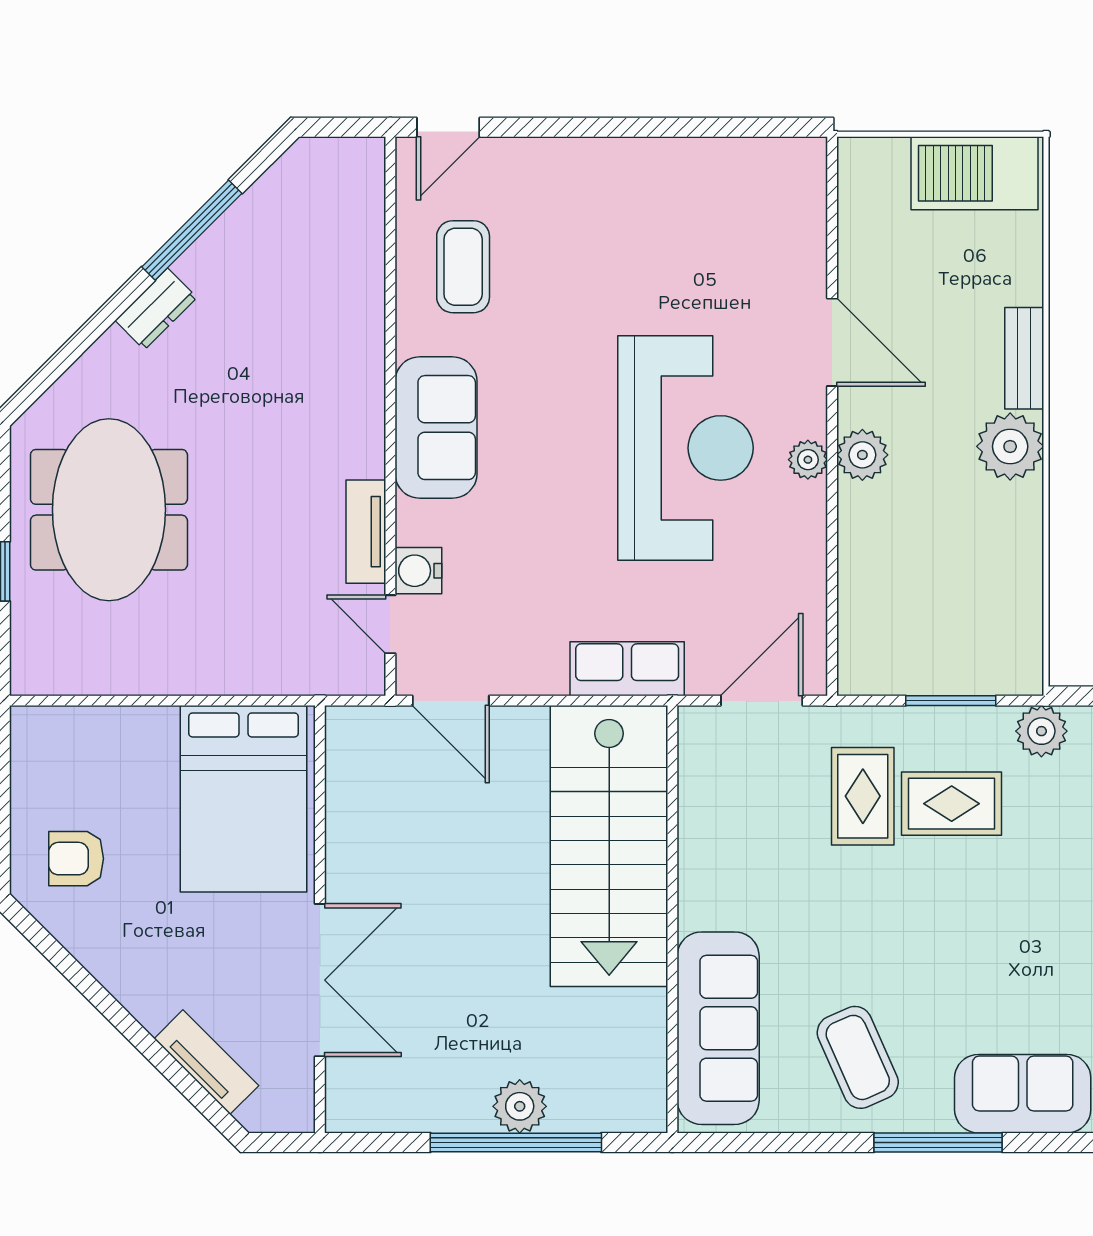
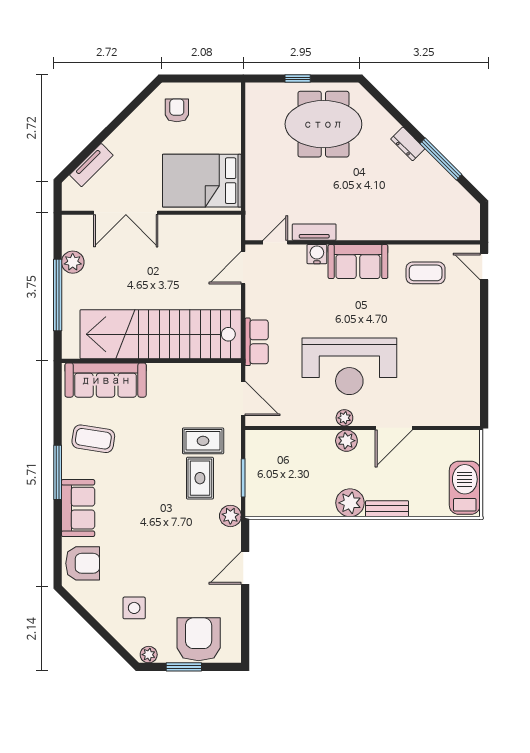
water cooler: (418, 571) -> (317, 254), moved
stairs: (609, 846) -> (161, 334), width x1.36
coffee table: (858, 1057) -> (93, 439), turned 33
plant: (520, 1106) -> (73, 262), moved

